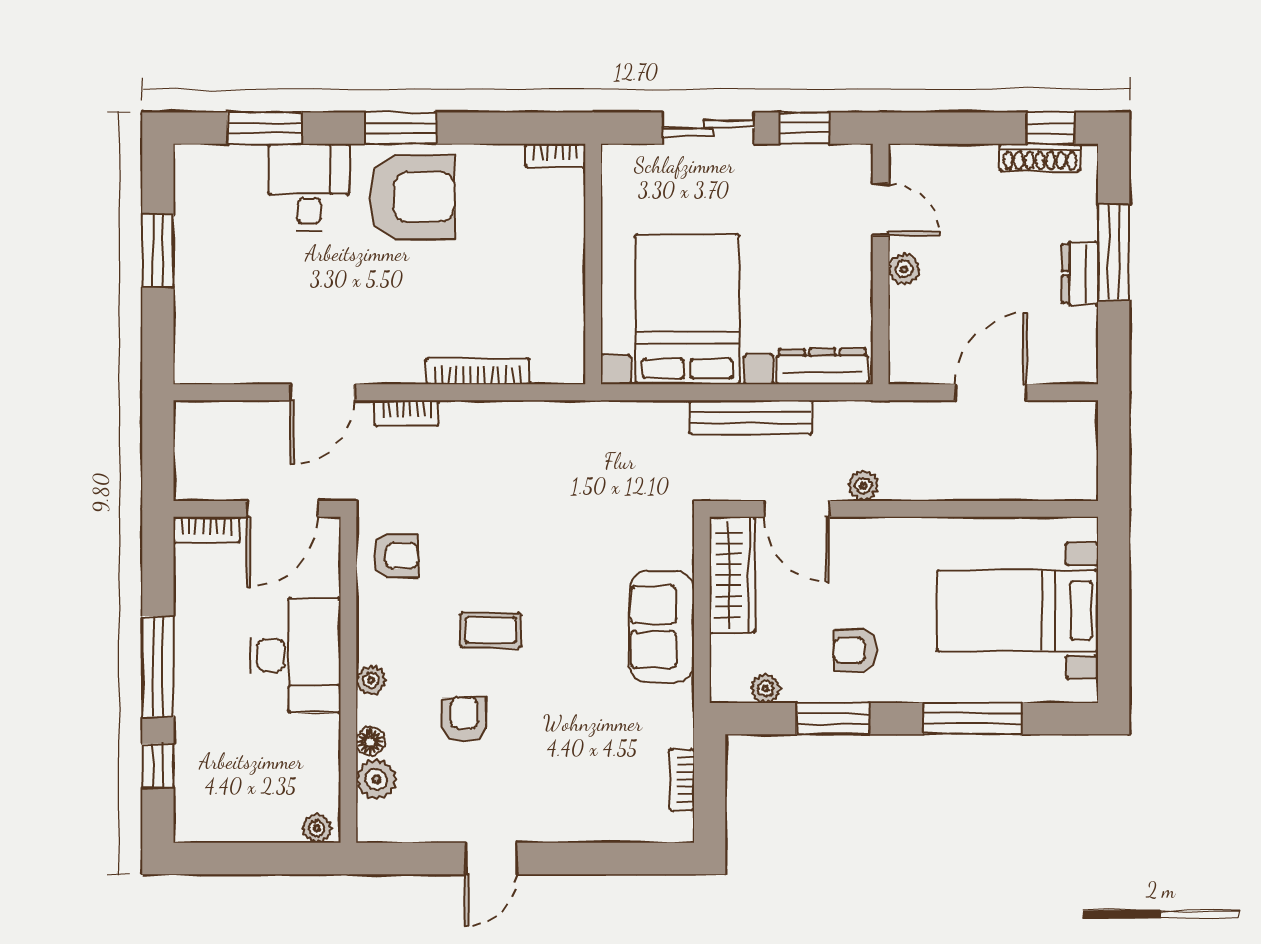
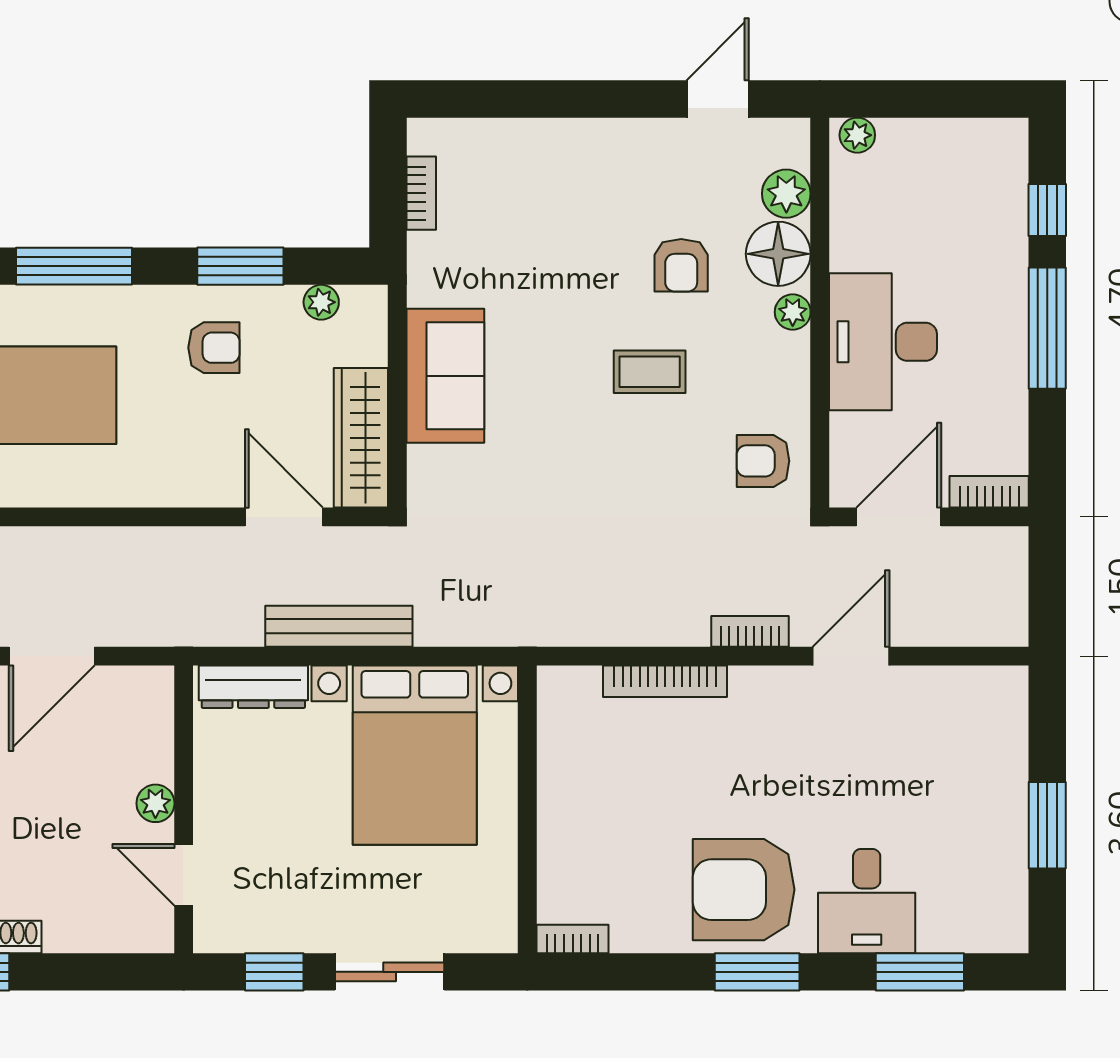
plant: (863, 486) -> (204, 545), removed
floor lamp: (370, 742) -> (778, 254), width x1.89, depth x1.89
door: (491, 858) -> (718, 99), moved

